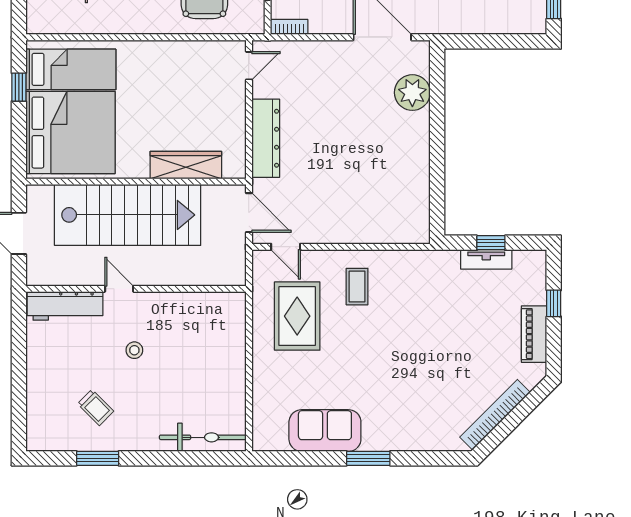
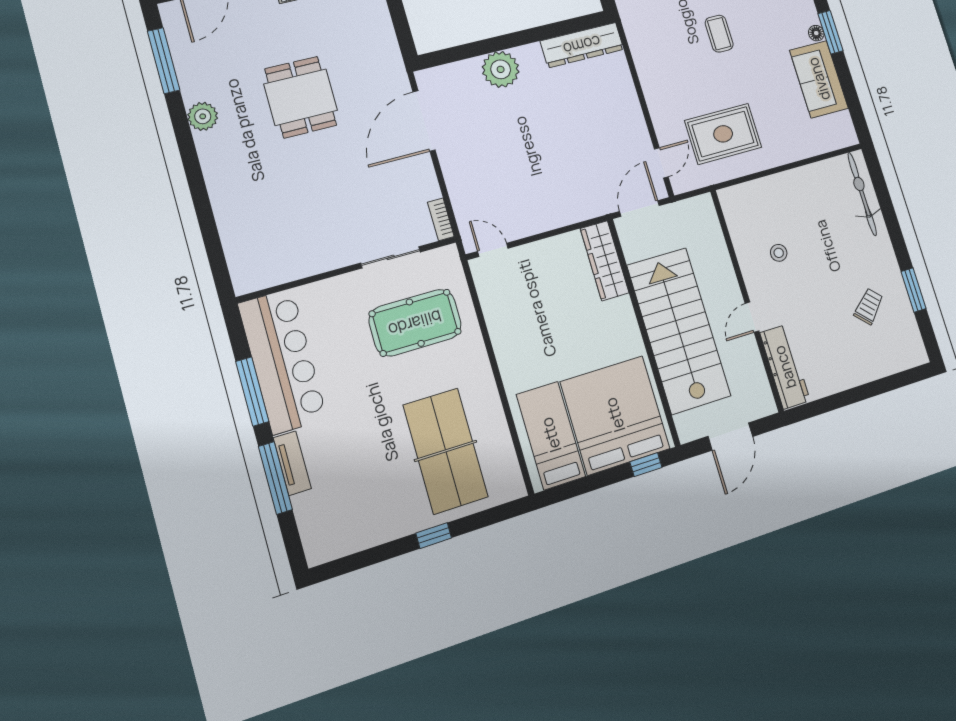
window: (19, 87) -> (646, 465), moved
plant: (412, 93) -> (501, 69), moved
dresser: (266, 138) -> (582, 45), moved, turned 180
wardrobe: (186, 165) -> (605, 261), moved
coffee table: (357, 287) -> (719, 34), moved, turned 90
stool: (134, 350) -> (779, 253), moved
floor lamp: (371, 443) -> (816, 33), added

